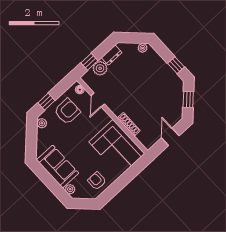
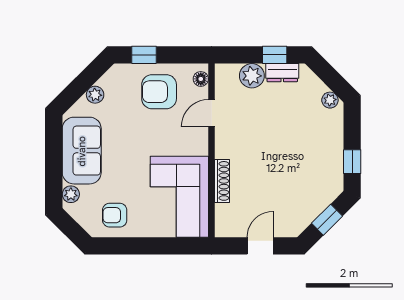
window: (89, 62) -> (275, 55), moved
armchair: (67, 111) -> (159, 92), turned 180
plant: (42, 123) -> (95, 95), moved
armchair: (97, 181) -> (115, 215), turned -90

